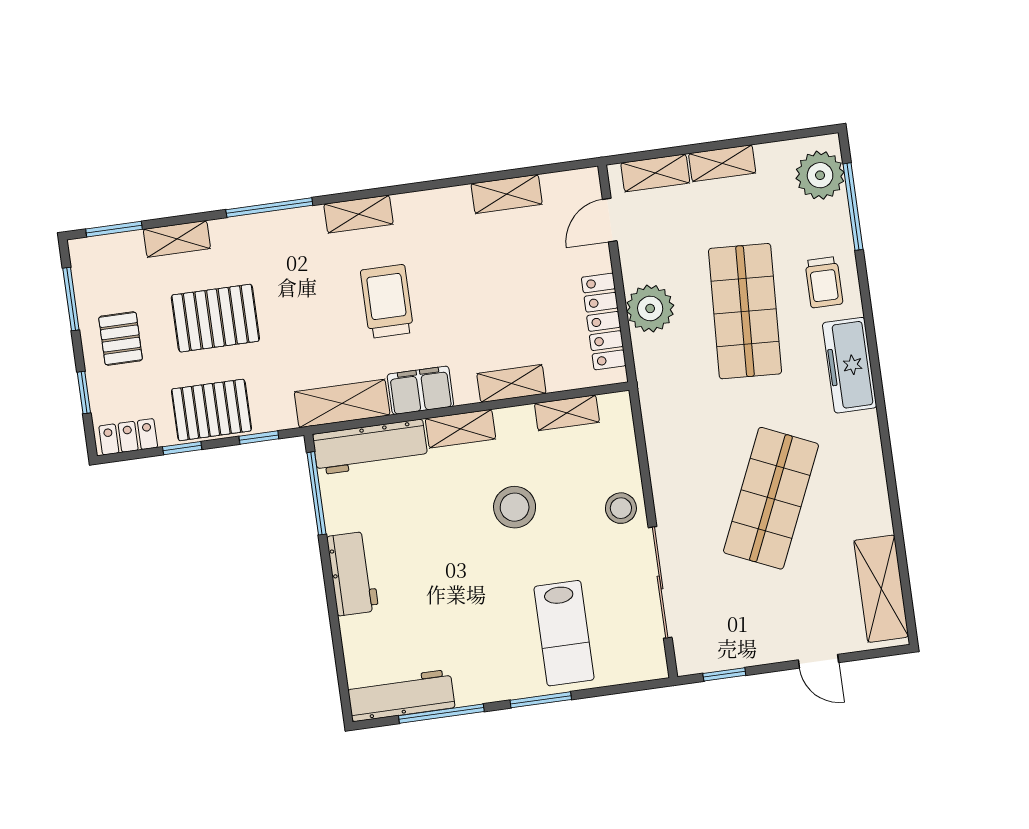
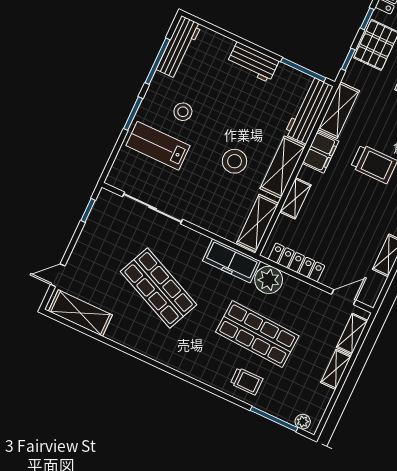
plant: (820, 175) -> (303, 422), width x0.53, depth x0.53
door: (610, 220) -> (344, 297), hinge flipped
trolley: (824, 282) -> (247, 381), turned 180
plant: (650, 308) -> (269, 280), moved
freezer: (850, 365) -> (231, 261), moved, turned 180
shelving: (567, 413) -> (258, 223), width x1.50, depth x1.33
shelving: (460, 429) -> (283, 167), width x1.50, depth x1.33
stool: (621, 508) -> (183, 112), moved
door: (819, 661) -> (58, 275), moved

